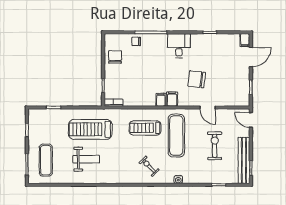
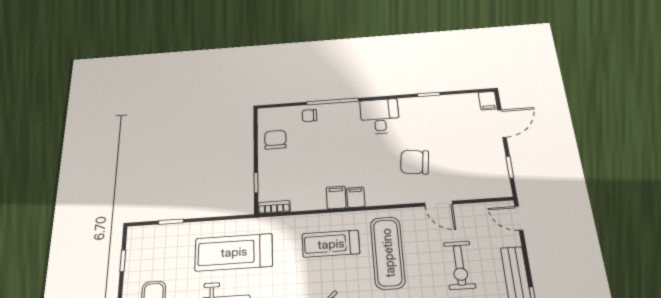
filing cabinet: (172, 99) -> (336, 198), moved
exercise bike: (215, 146) -> (460, 265), turned 180

